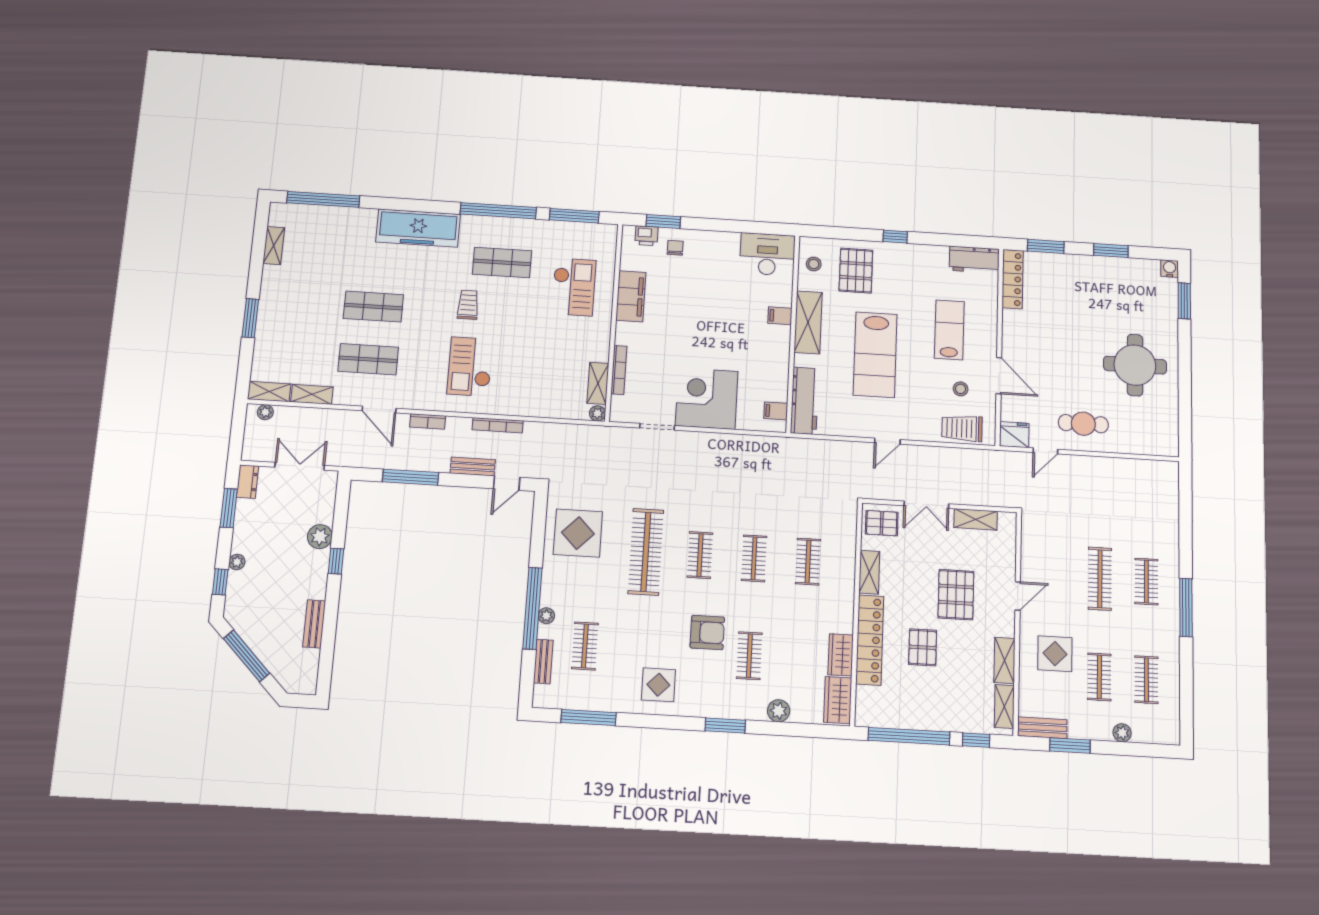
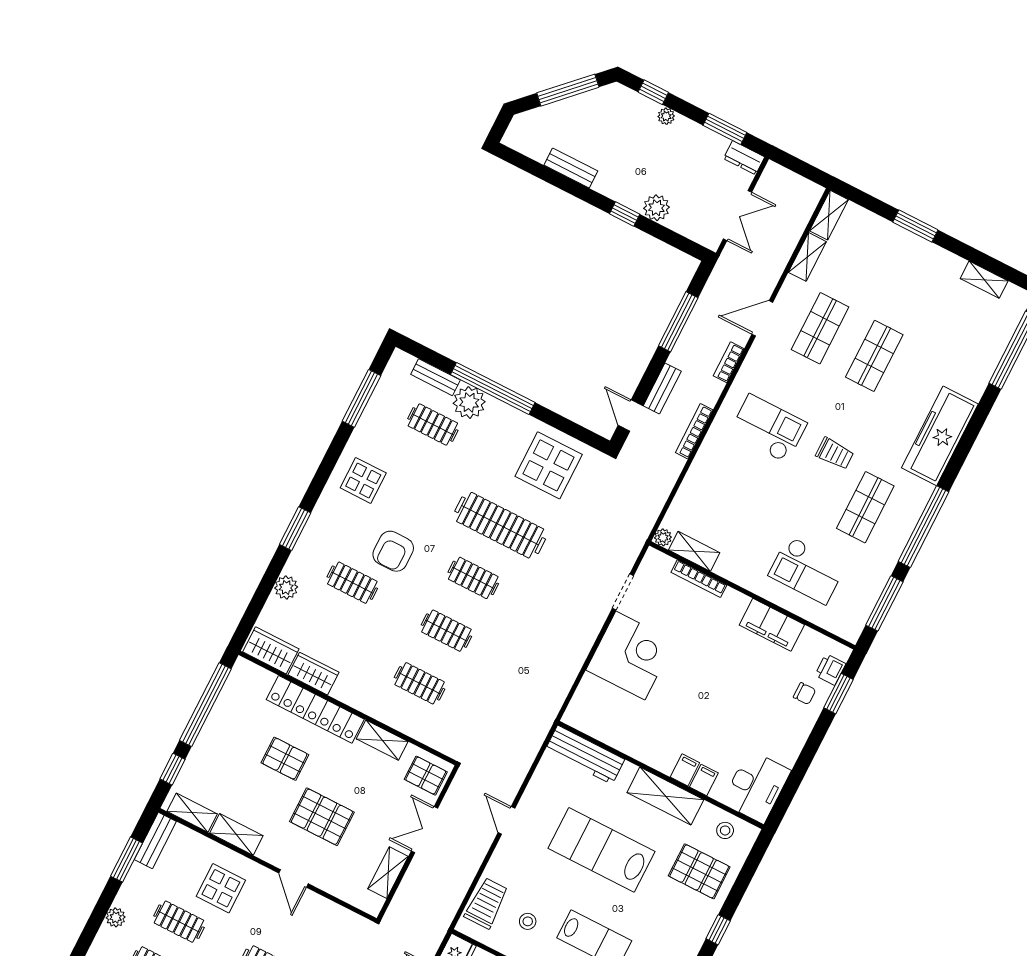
filing cabinet: (776, 411) -> (704, 780), moved
plant: (265, 412) -> (809, 203), removed
pallet: (882, 523) -> (426, 776), turned 90
plant: (546, 616) -> (469, 402), width x1.88, depth x1.88

